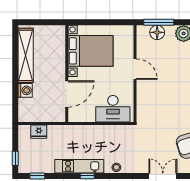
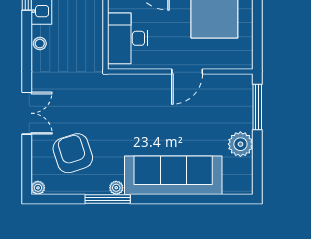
floor lamp: (157, 32) -> (242, 105), removed

